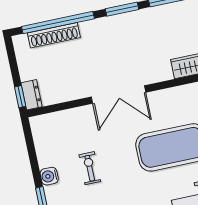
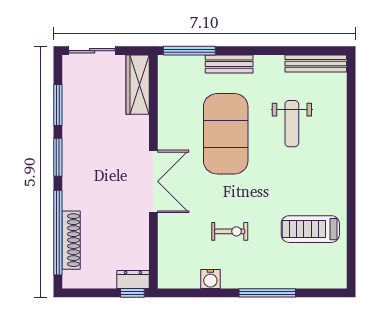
exercise bike: (90, 168) -> (230, 231), turned 180
water cooler: (49, 176) -> (210, 279), moved

